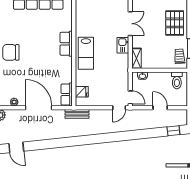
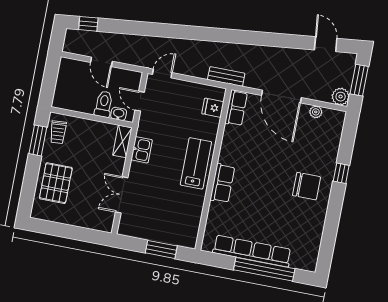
kitchen sink: (123, 45) -> (142, 150), moved
toilet: (177, 80) -> (104, 104), moved
door: (130, 97) -> (140, 101), moved

